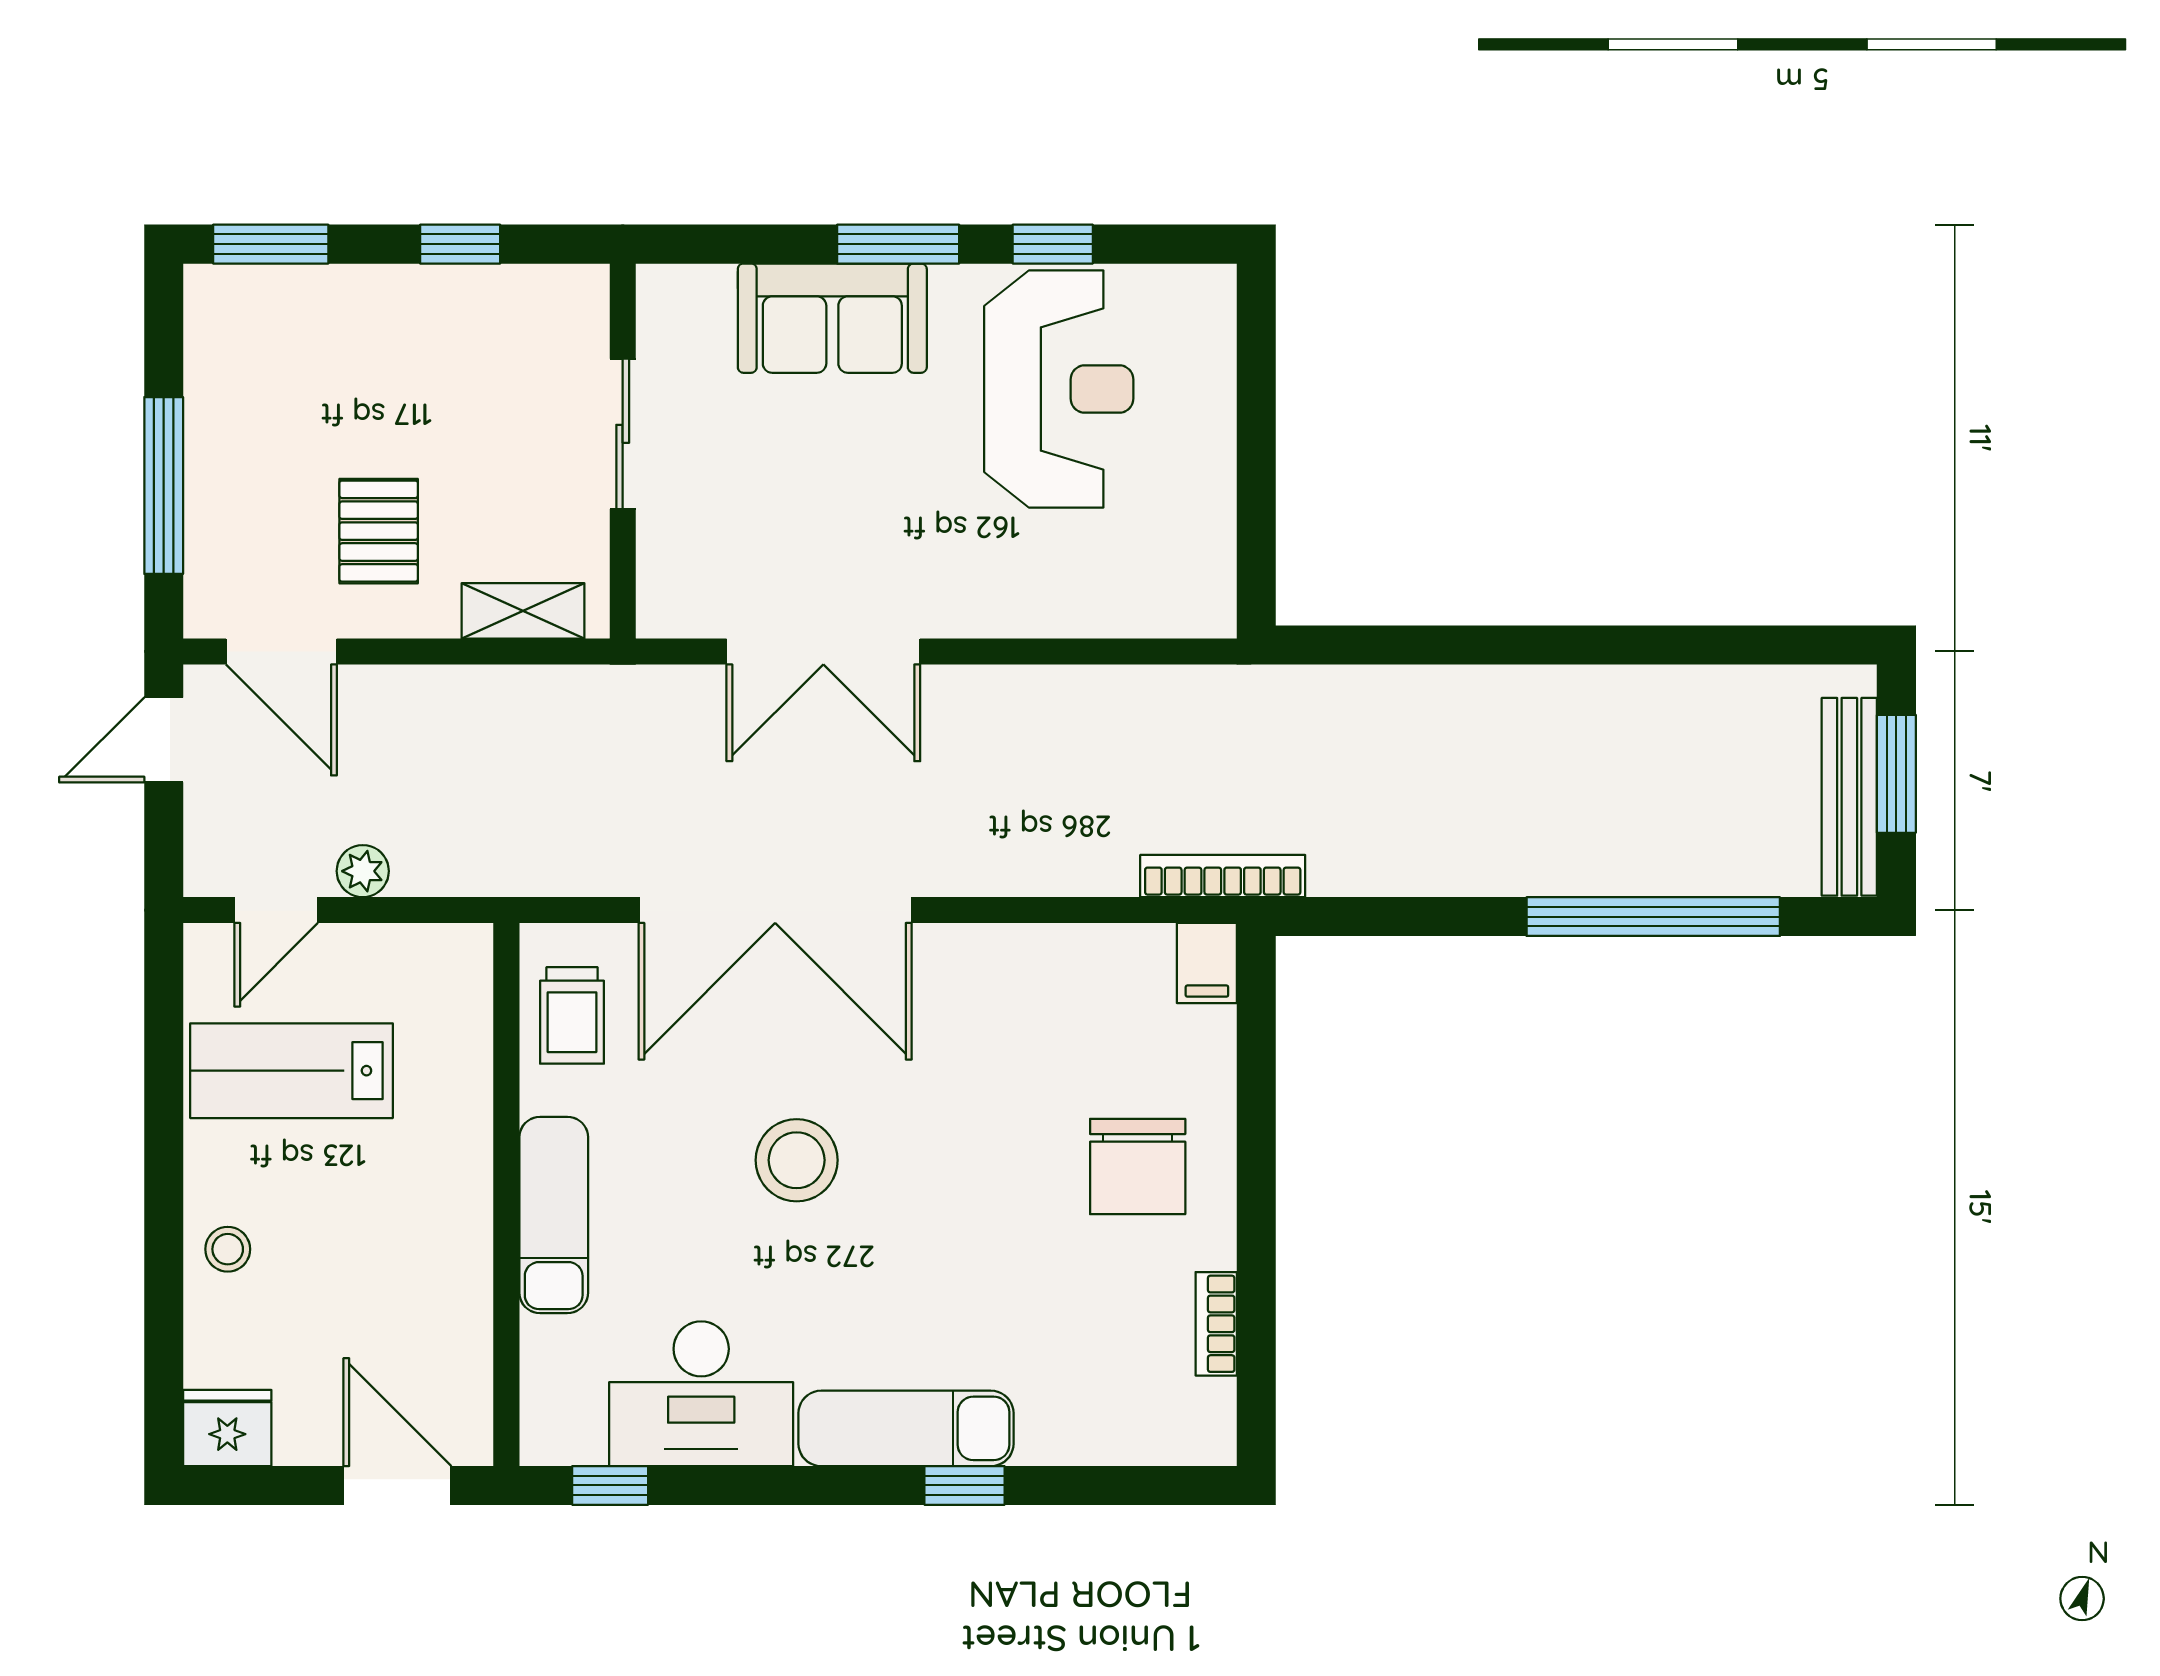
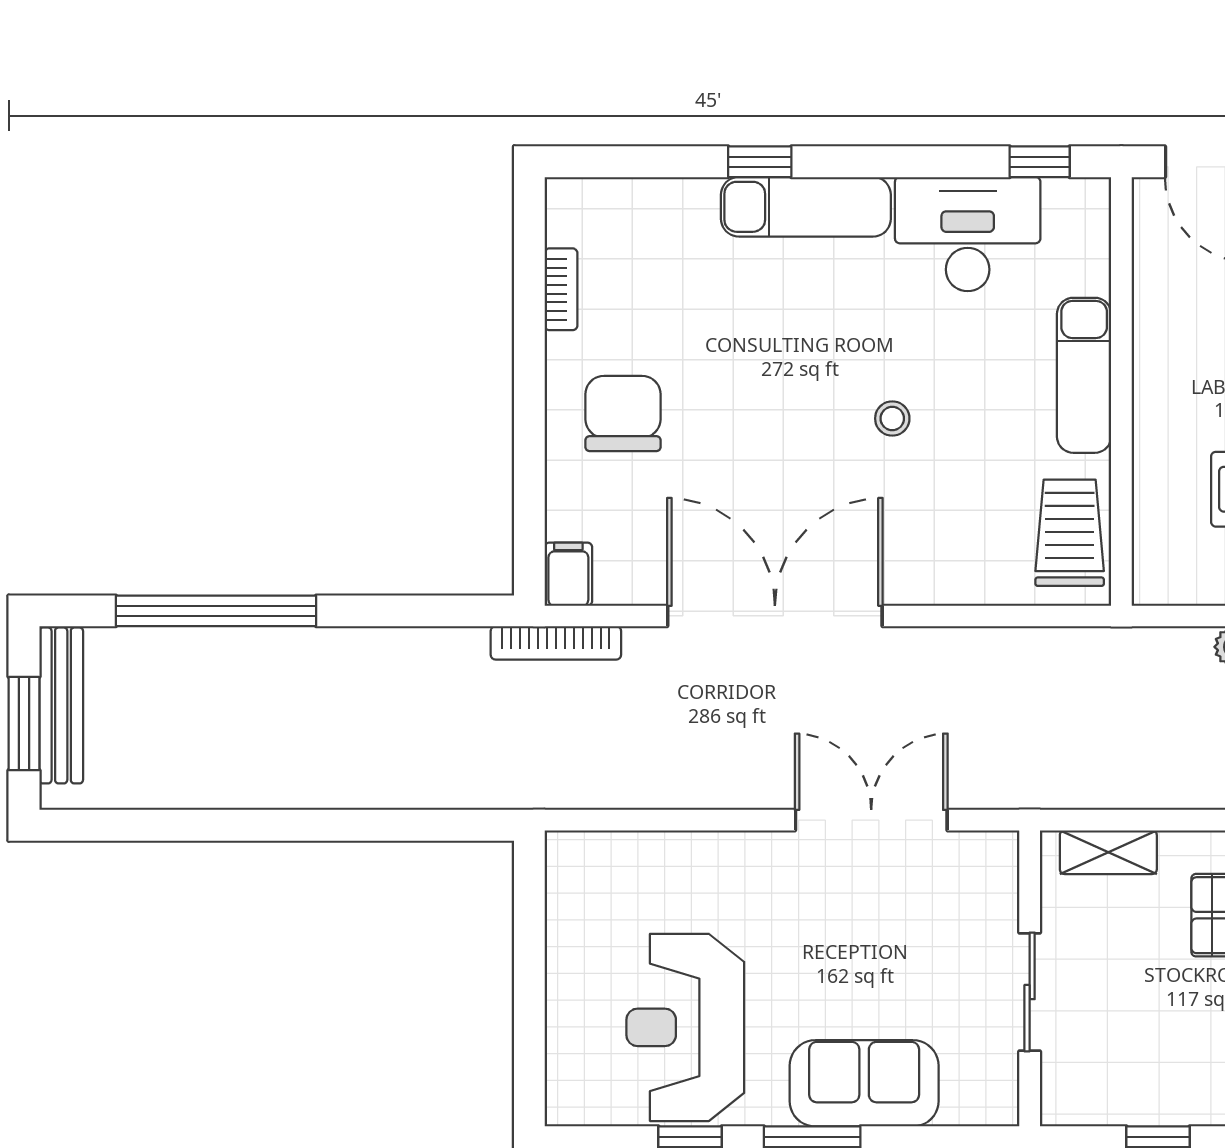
double door: (775, 910) -> (775, 616), moved
trolley: (572, 1015) -> (1070, 533), width x1.36, depth x1.39
stool: (797, 1160) -> (892, 418), width x0.53, depth x0.53

